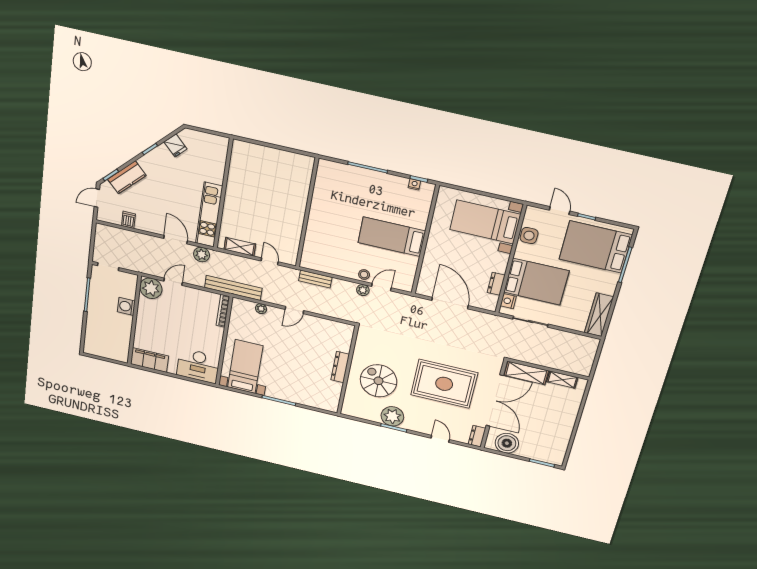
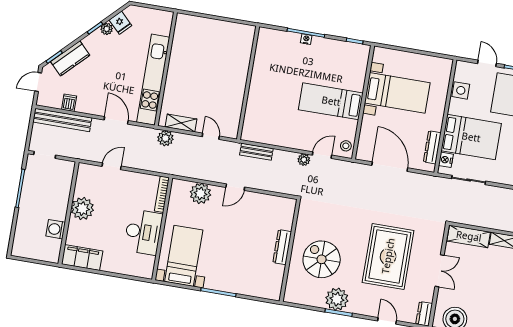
plant: (162, 151) -> (107, 29), added
nightstand: (414, 184) -> (306, 39), moved
kitchen unit: (209, 215) -> (153, 80), width x1.36
bed with nightstands: (485, 222) -> (397, 93), moved, turned 180
plant: (202, 254) -> (165, 138), moved
stool: (364, 275) -> (346, 146), moved
dresser: (496, 284) -> (432, 147), width x1.44
plant: (151, 288) -> (82, 209), moved
bench: (233, 288) -> (62, 120), moved
washing machine: (126, 306) -> (56, 229), moved
plant: (261, 309) -> (200, 193), width x1.88, depth x1.88
desk: (198, 366) -> (143, 232), moved, turned -90
rug: (444, 384) -> (388, 256), turned 90
double door: (495, 401) -> (440, 271), width x0.54

